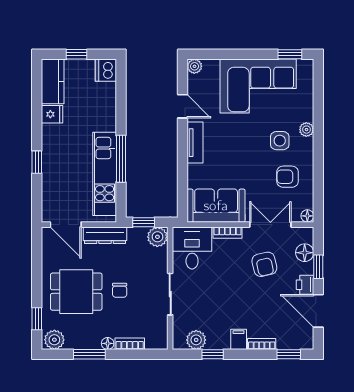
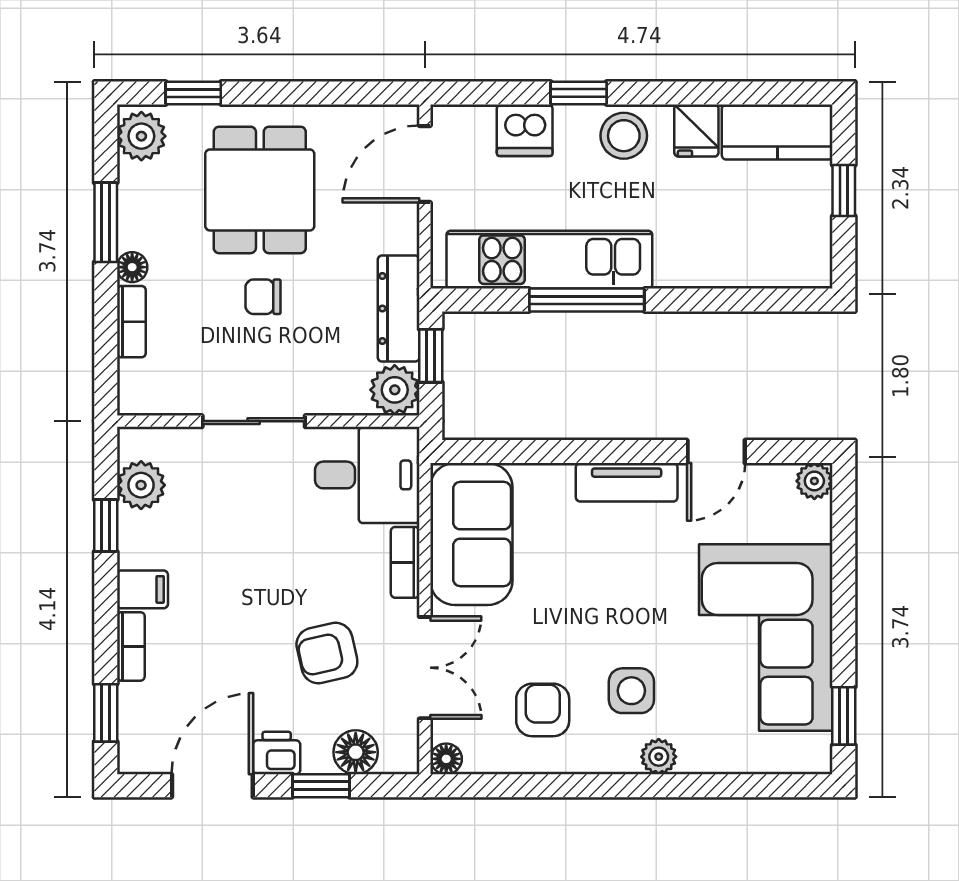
dishwasher: (106, 70) -> (525, 130), moved, turned 180
stool: (54, 144) -> (624, 136), added
dresser: (105, 235) -> (399, 309), moved

